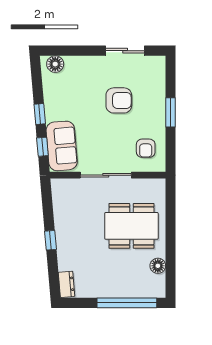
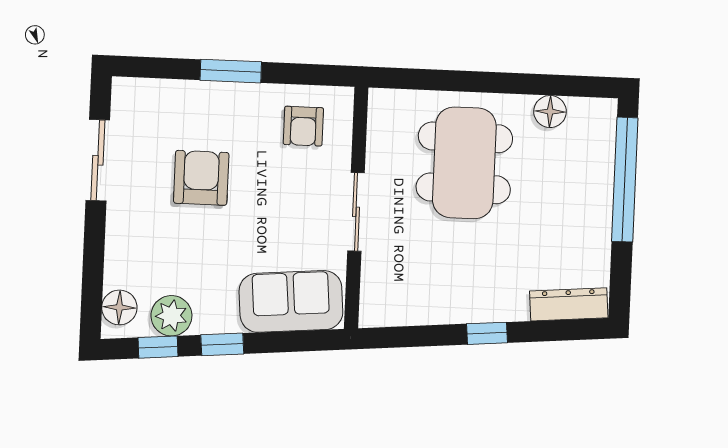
plant: (52, 89) -> (171, 316), added
window: (42, 147) -> (158, 347), moved
armchair: (146, 148) -> (303, 126), turned 90
sliding door: (106, 175) -> (356, 212), width x0.73
dresser: (67, 284) -> (569, 304), width x1.44

